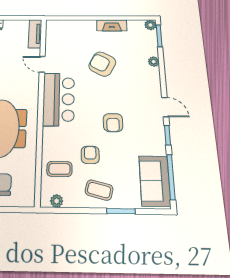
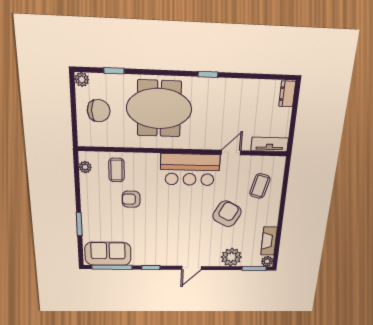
fireplace: (112, 25) -> (269, 241), moved
plant: (154, 62) -> (231, 257), width x1.88, depth x1.88
door: (165, 107) -> (192, 268), moved
armchair: (113, 123) -> (164, 221), removed
armchair: (90, 155) -> (131, 199), turned 180
coffee table: (99, 190) -> (260, 186), moved

